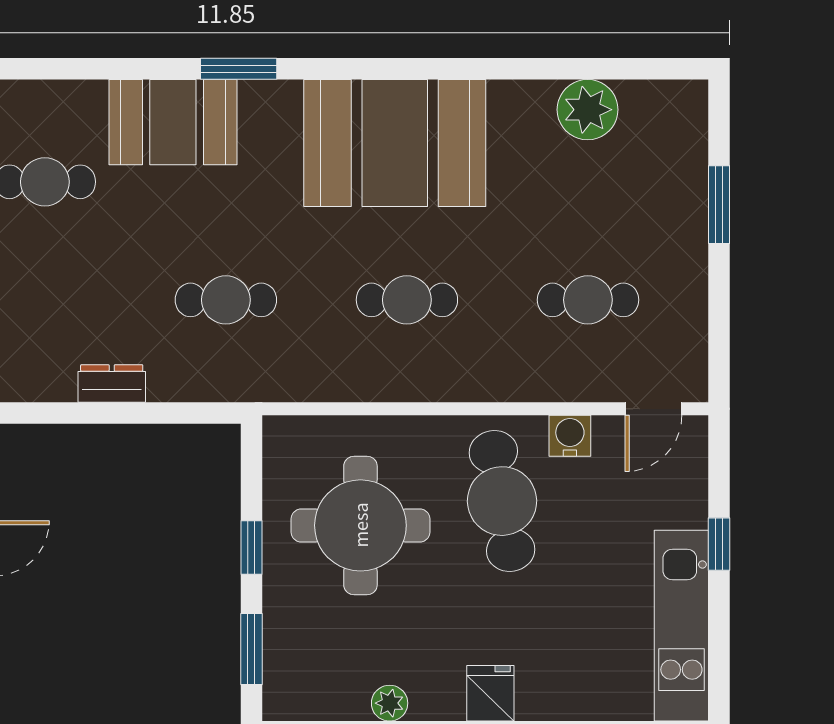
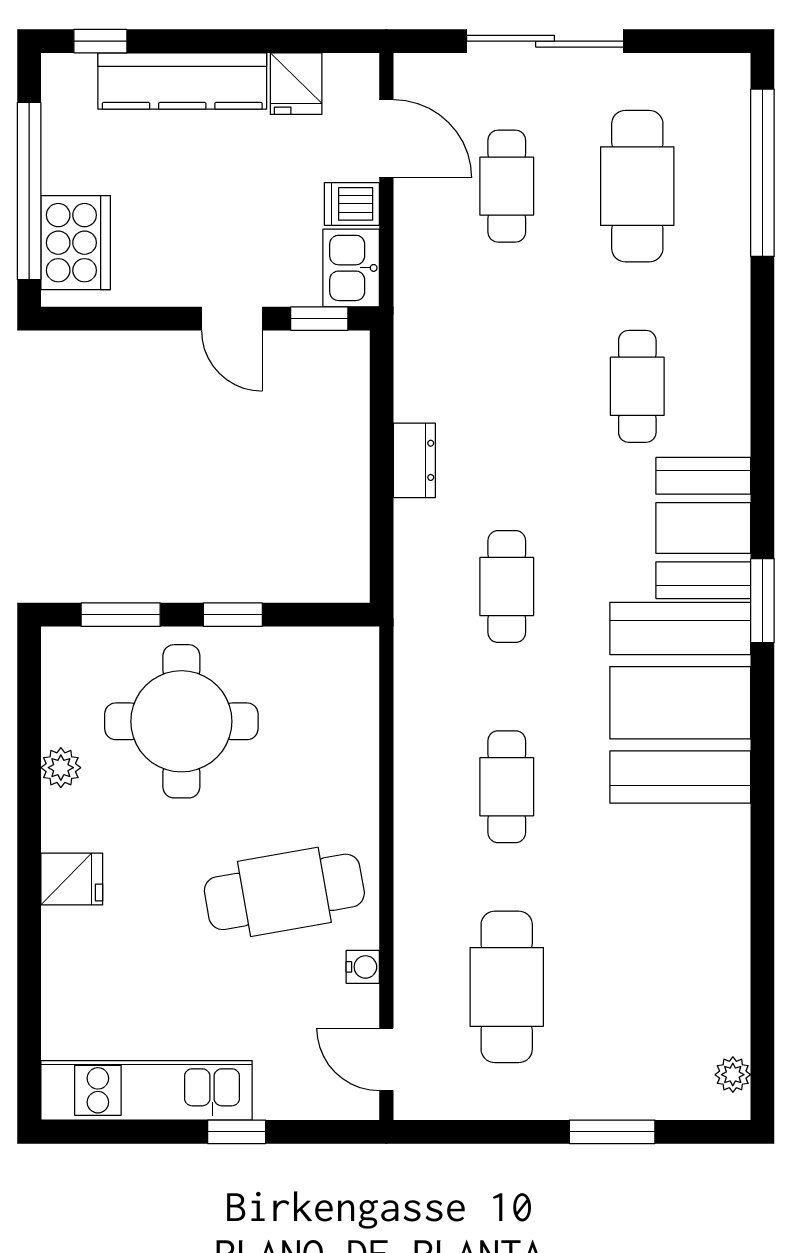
plant: (588, 110) -> (733, 1075), moved, width x0.53, depth x0.53
booth: (395, 143) -> (680, 703), moved
cafe table: (588, 300) -> (507, 987), width x1.37, depth x1.35
water cooler: (570, 436) -> (363, 967), width x0.72, depth x0.72
round table: (360, 525) -> (181, 721), moved

